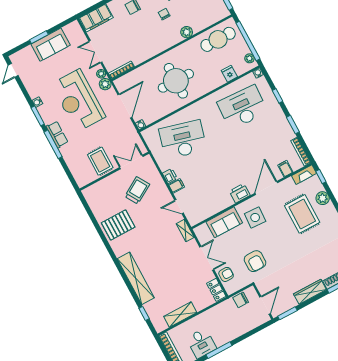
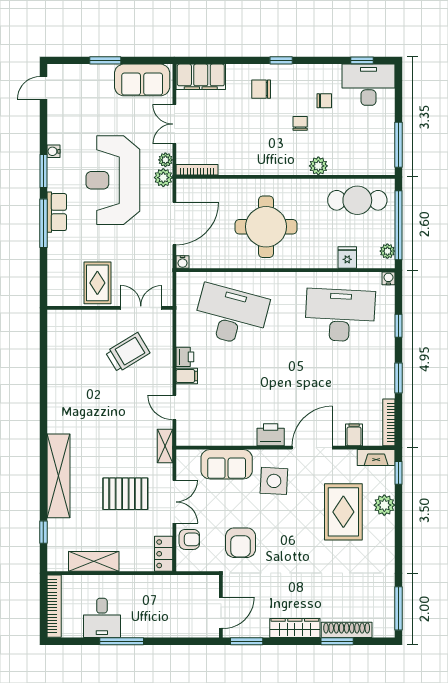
sofa: (51, 45) -> (142, 80), moved
pallet: (118, 225) -> (125, 494), moved
chair: (241, 300) -> (191, 587), removed

